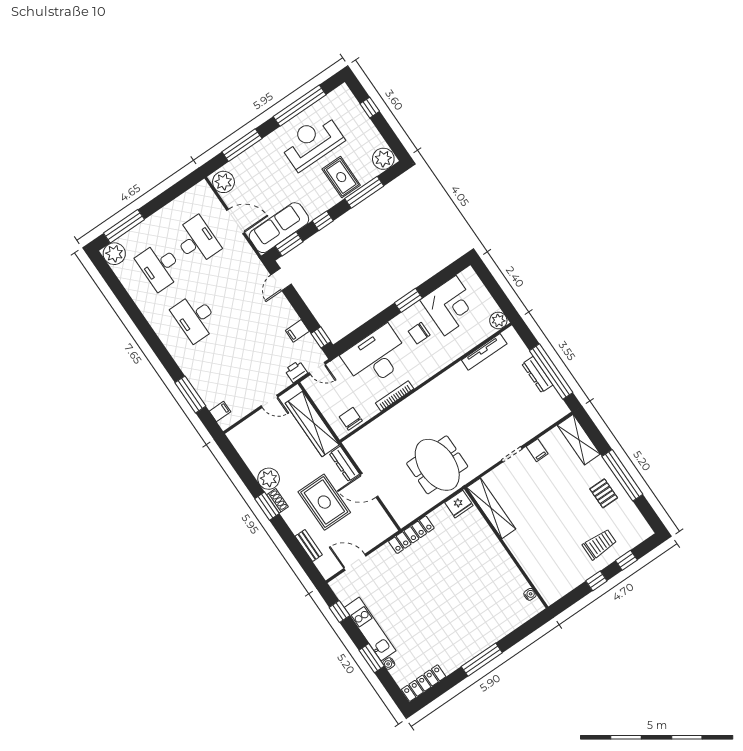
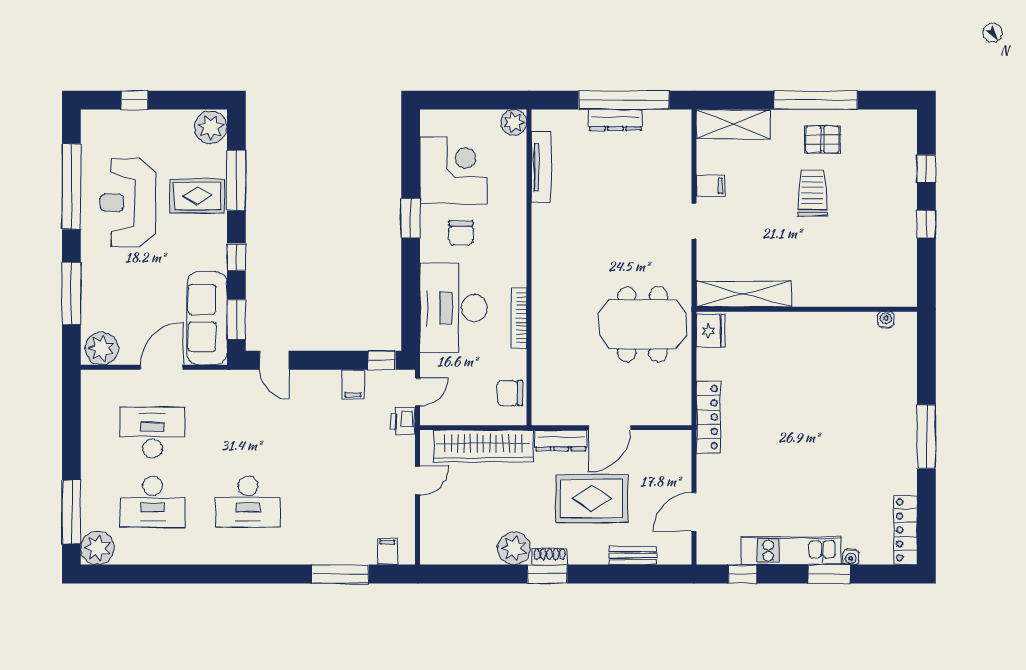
trolley: (599, 544) -> (812, 193), moved

